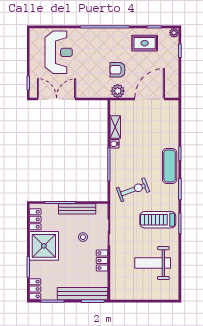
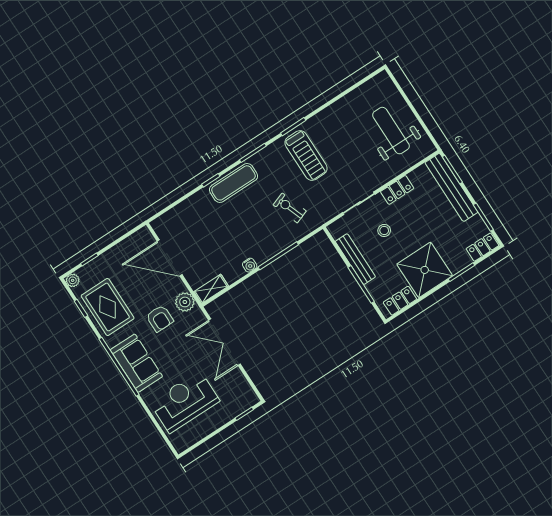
sofa: (100, 39) -> (136, 363), added
rug: (145, 43) -> (108, 307), width x1.36, depth x1.43
double door: (57, 99) -> (224, 342), moved
shelving: (115, 127) -> (211, 289), moved
exercise bike: (133, 190) -> (290, 208), width x0.73, depth x0.72
weight bench: (153, 263) -> (391, 131), moved, turned 180

